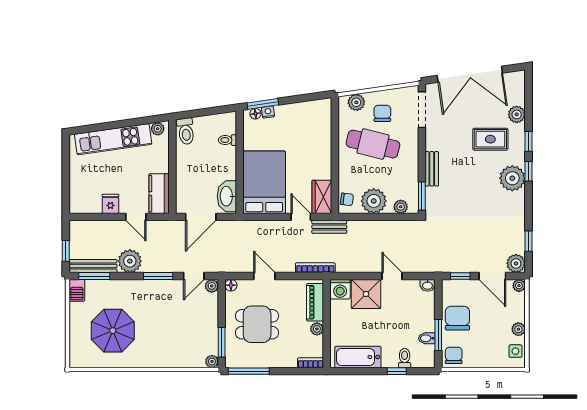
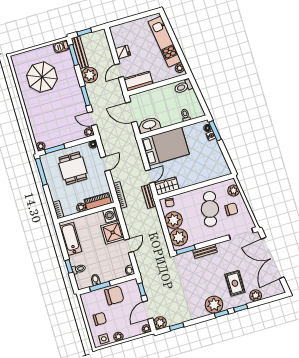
plant: (401, 207) -> (179, 237), width x1.88, depth x1.88
chair: (454, 355) -> (100, 319), moved

